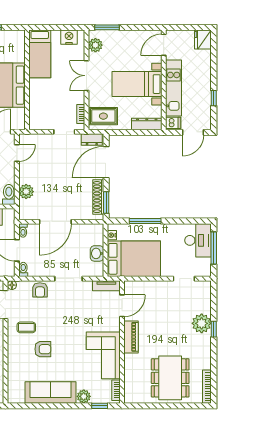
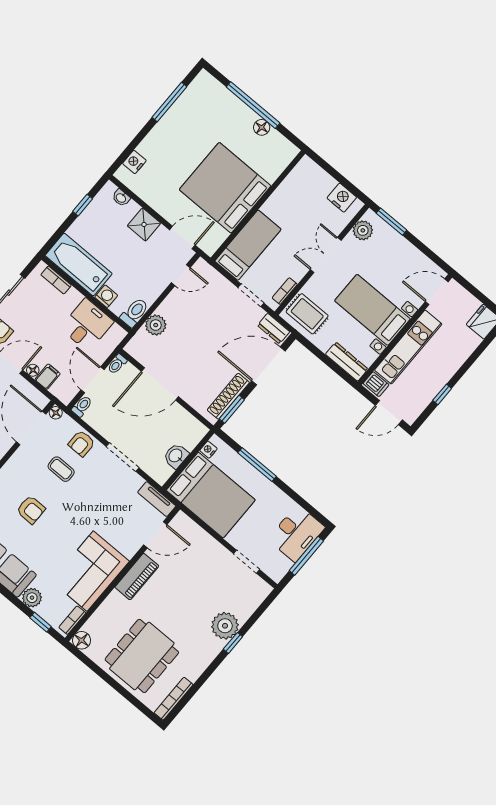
bed: (40, 54) -> (248, 245), moved, turned 180
coffee table: (26, 327) -> (61, 469), moved
floor lamp: (130, 397) -> (82, 640), added

